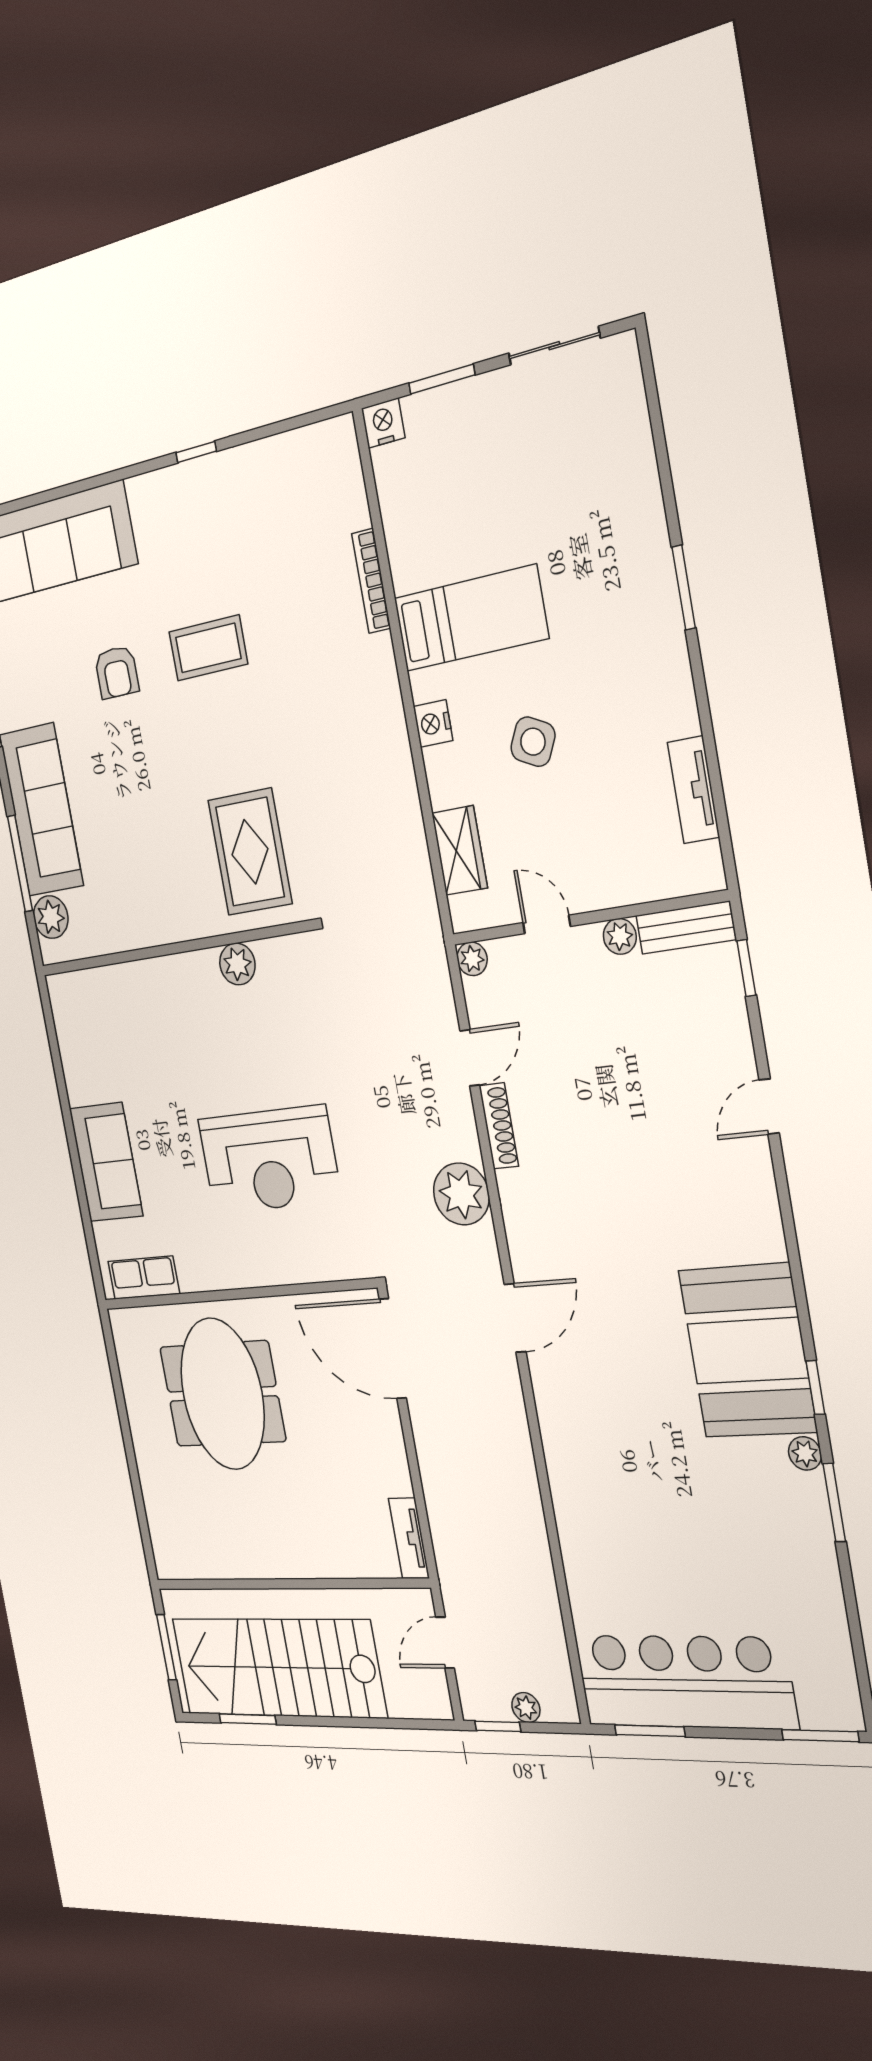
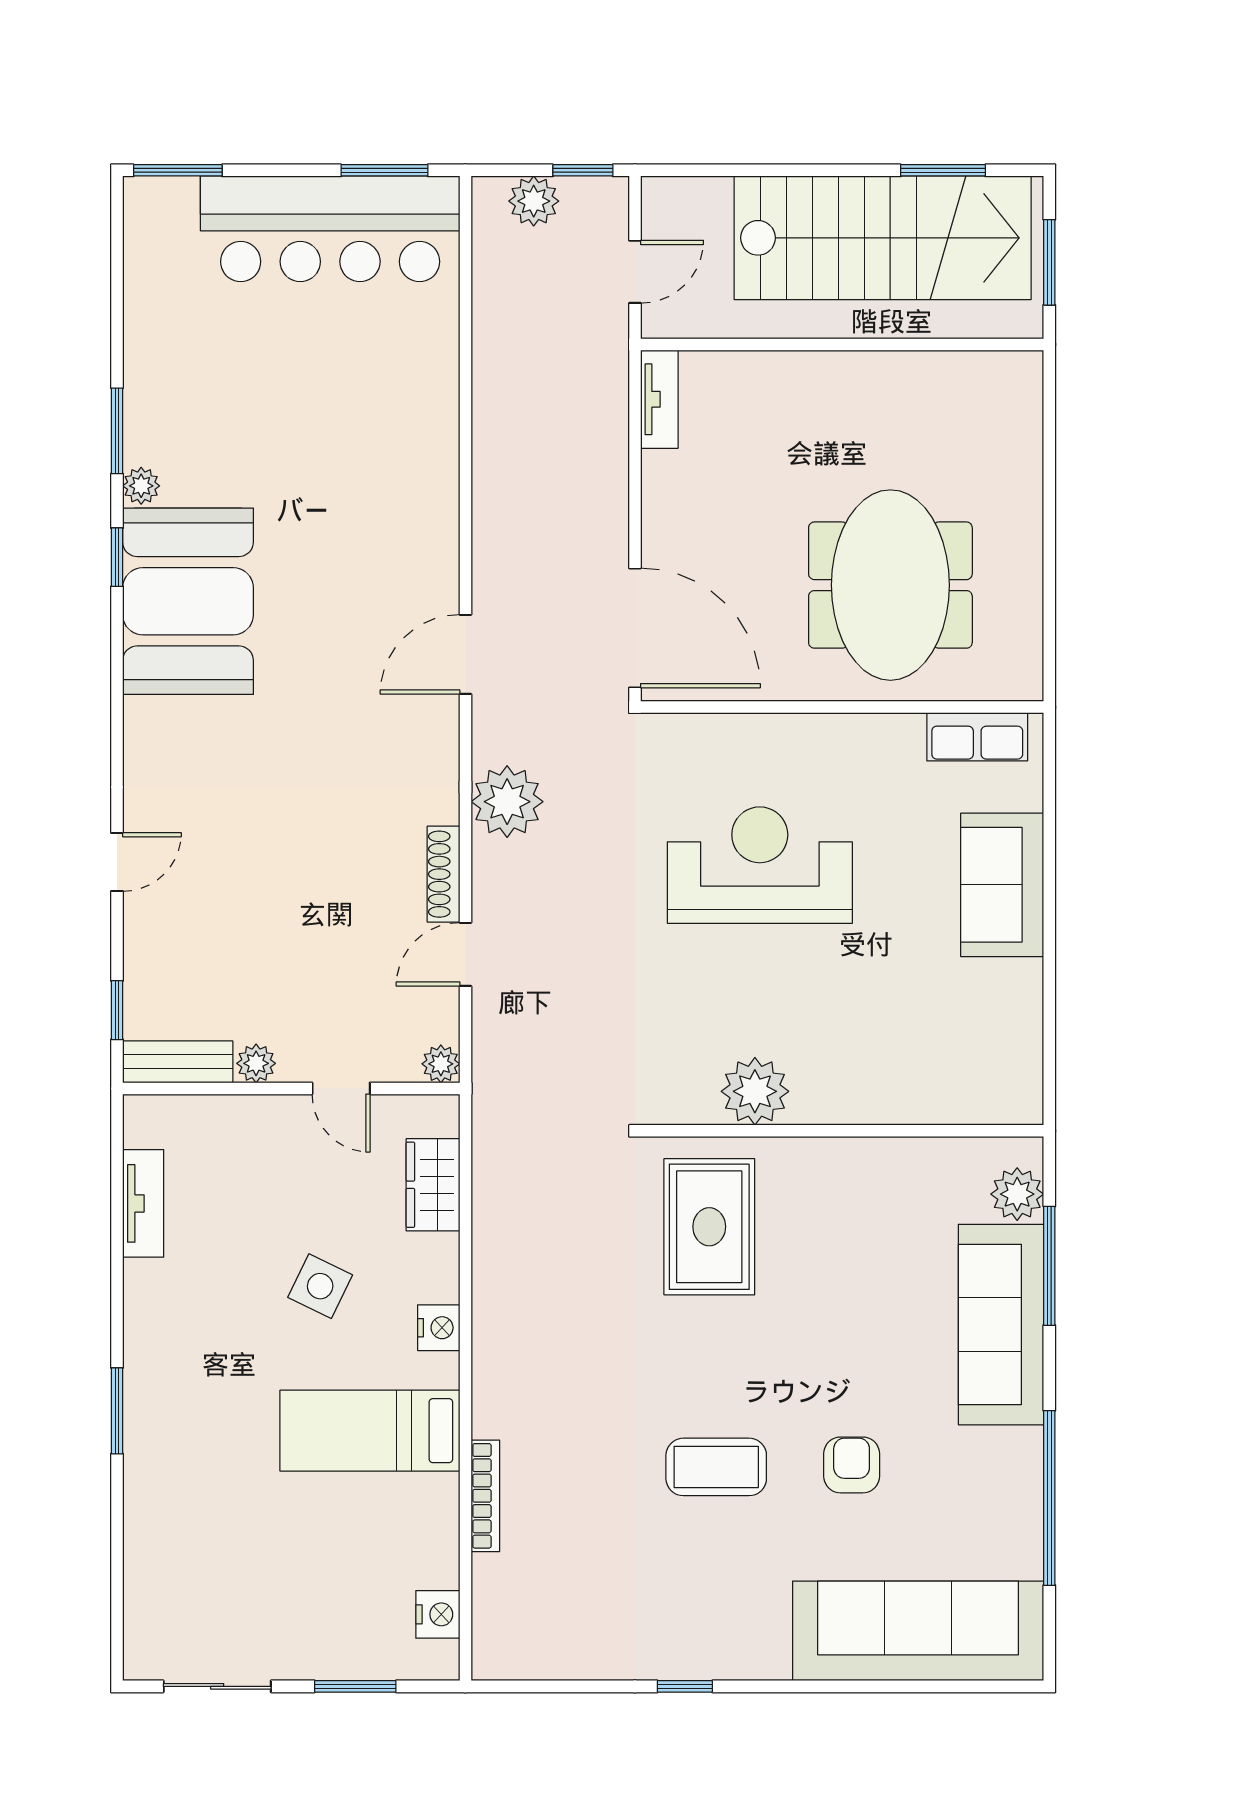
nightstand: (383, 423) -> (438, 1614), moved, turned -90
plant: (237, 964) -> (755, 1091), width x1.36, depth x1.36
plant: (526, 1707) -> (534, 201), width x1.38, depth x1.38

